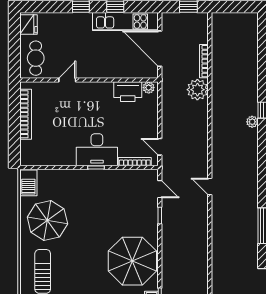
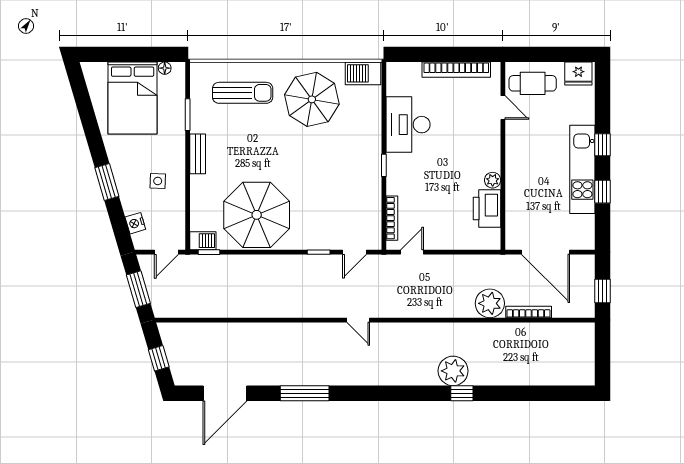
kitchen unit: (125, 22) -> (582, 169), moved
door: (160, 49) -> (546, 252), swing flipped
door: (67, 80) -> (503, 108), moved
plant: (149, 88) -> (493, 180), moved
plant: (252, 122) -> (453, 371), width x1.87, depth x1.87
desk: (97, 150) -> (408, 125), moved
door: (210, 186) -> (358, 320), swing flipped

